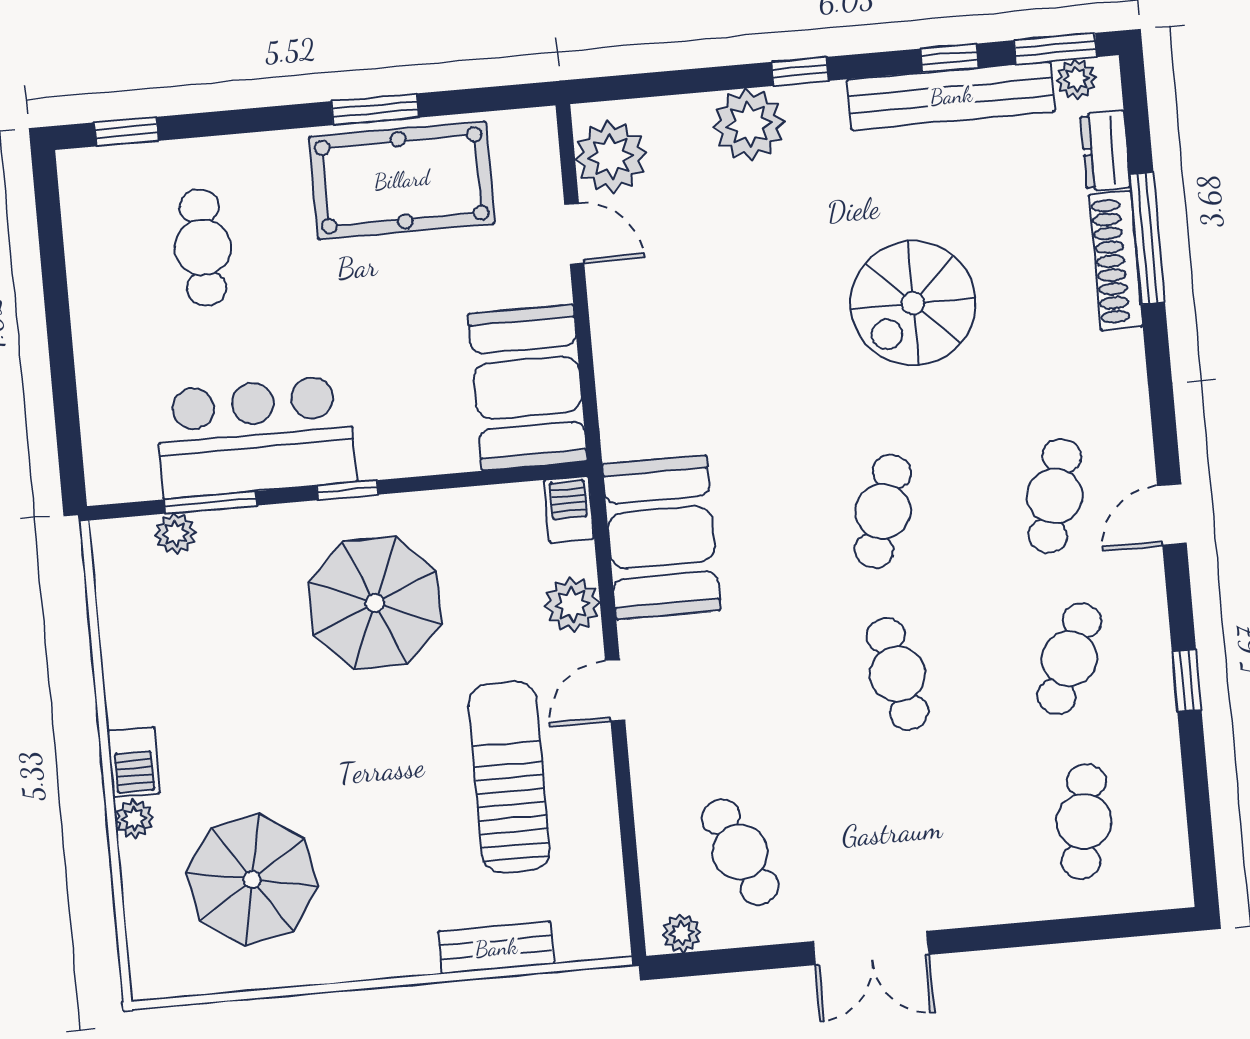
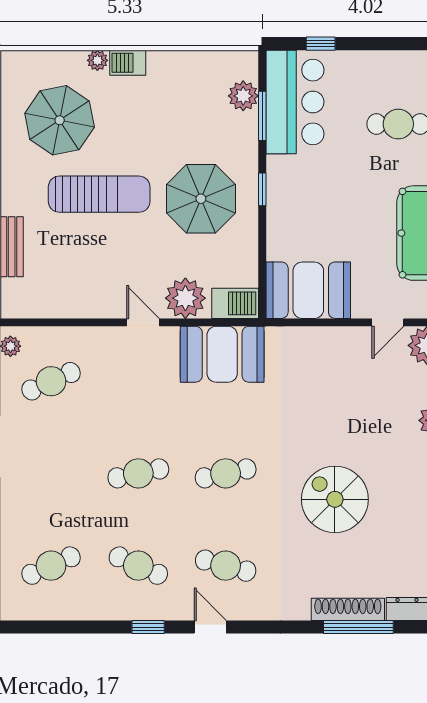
window: (66, 406) -> (321, 44), added
bar counter: (256, 437) -> (295, 102), moved
barbecue: (569, 509) -> (235, 303), width x1.38, depth x1.27
cafe table: (883, 511) -> (226, 473), turned -30
plant: (175, 533) -> (243, 96), width x1.38, depth x1.38
plant: (572, 604) -> (185, 298), width x1.36, depth x1.36
window: (1187, 680) -> (148, 627), moved
sun lounger: (509, 777) -> (99, 194), moved
cafe table: (1084, 821) -> (51, 566), turned -33

